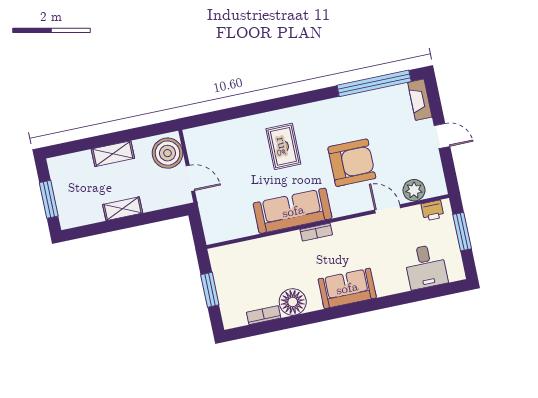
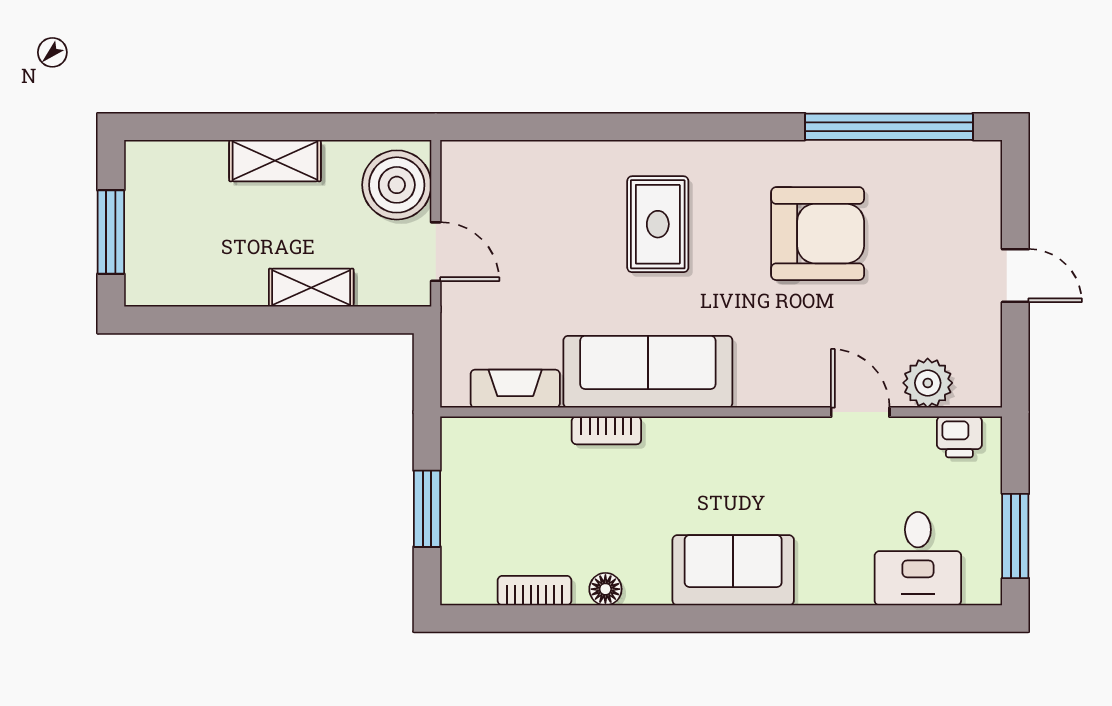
fireplace: (420, 100) -> (515, 389), moved, turned 90
armchair: (352, 163) -> (818, 234), moved
shelving: (123, 209) -> (311, 288), moved
bookcase: (316, 232) -> (606, 430), moved
window: (462, 232) -> (1015, 536), moved
floor lamp: (293, 302) -> (605, 589), width x0.53, depth x0.53

